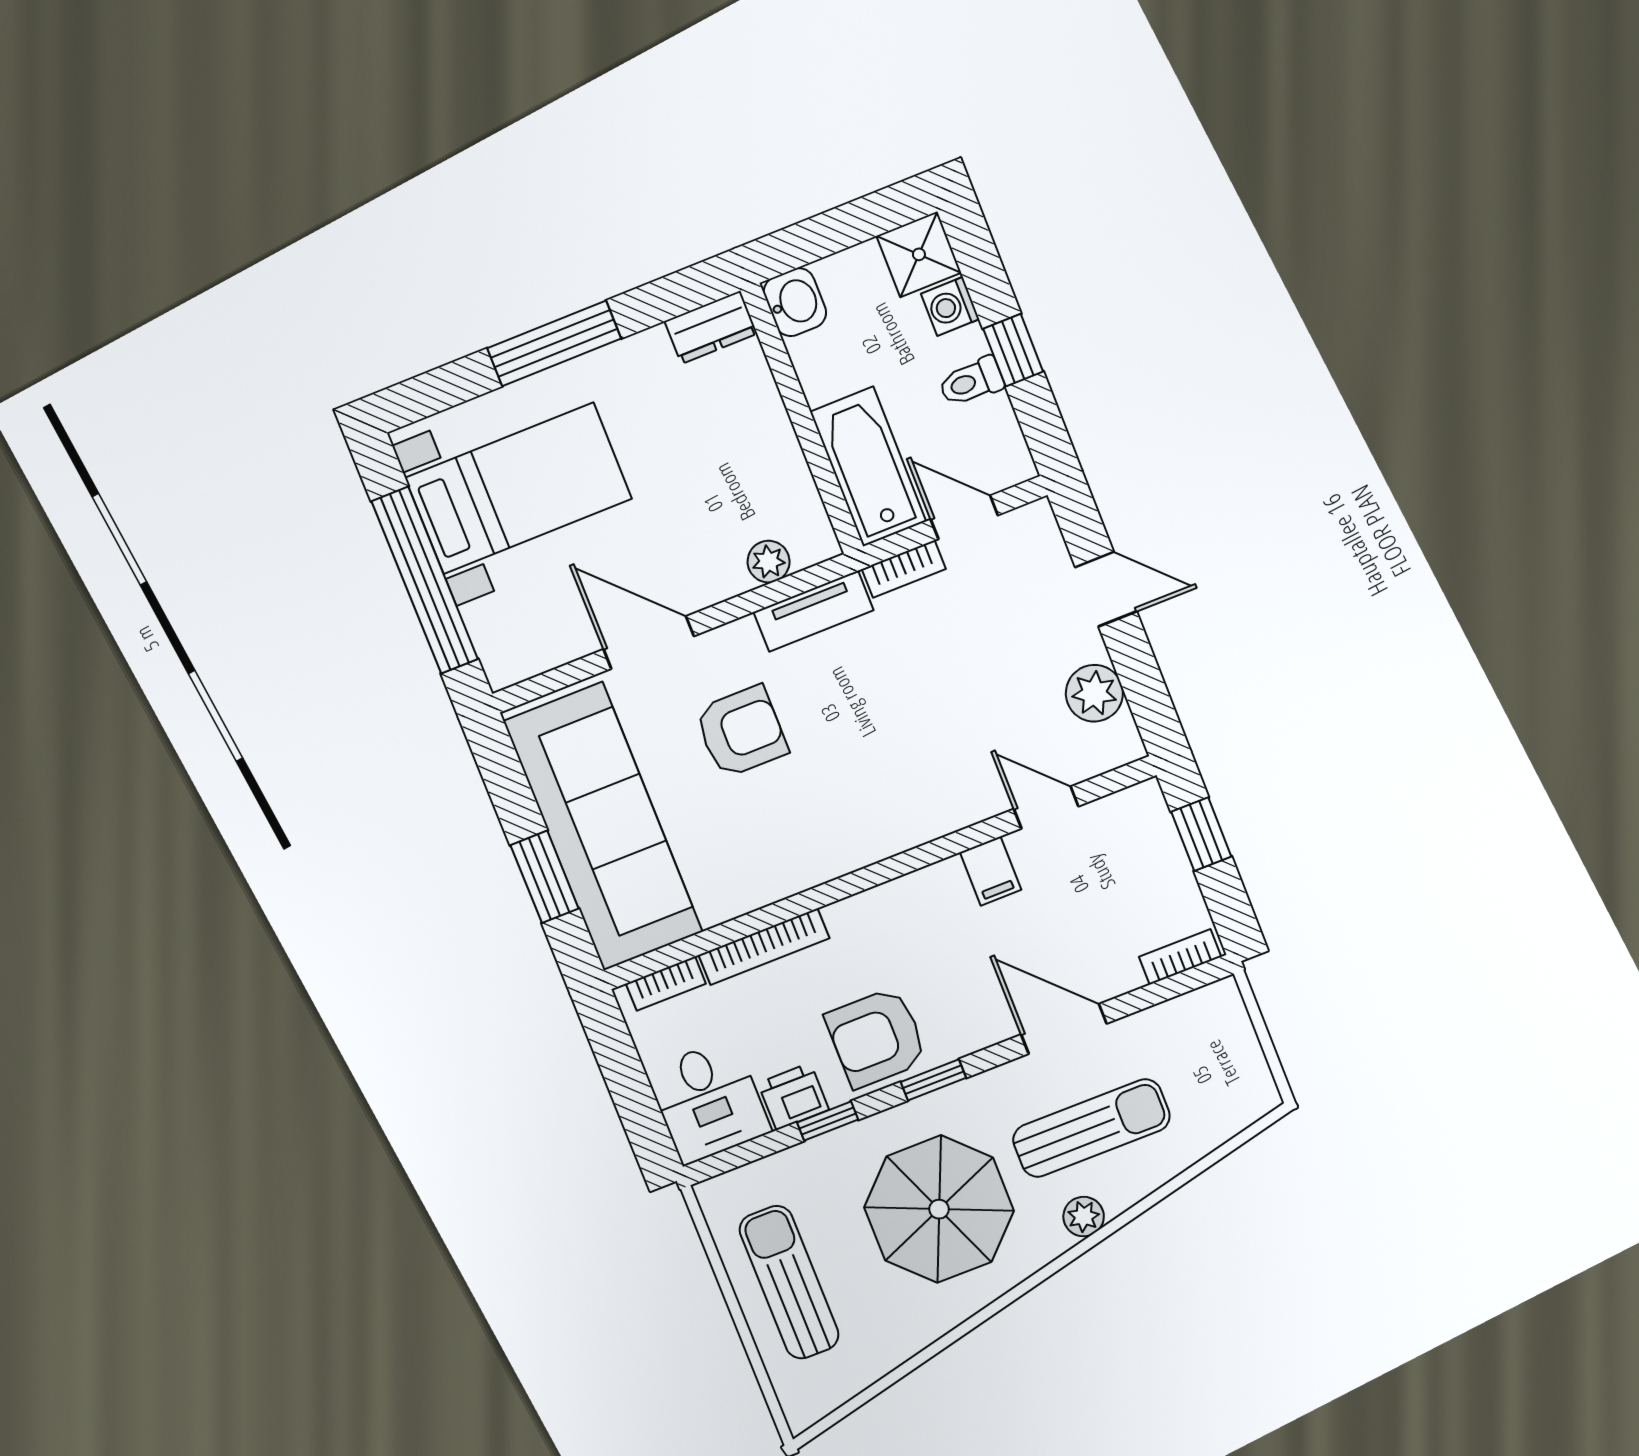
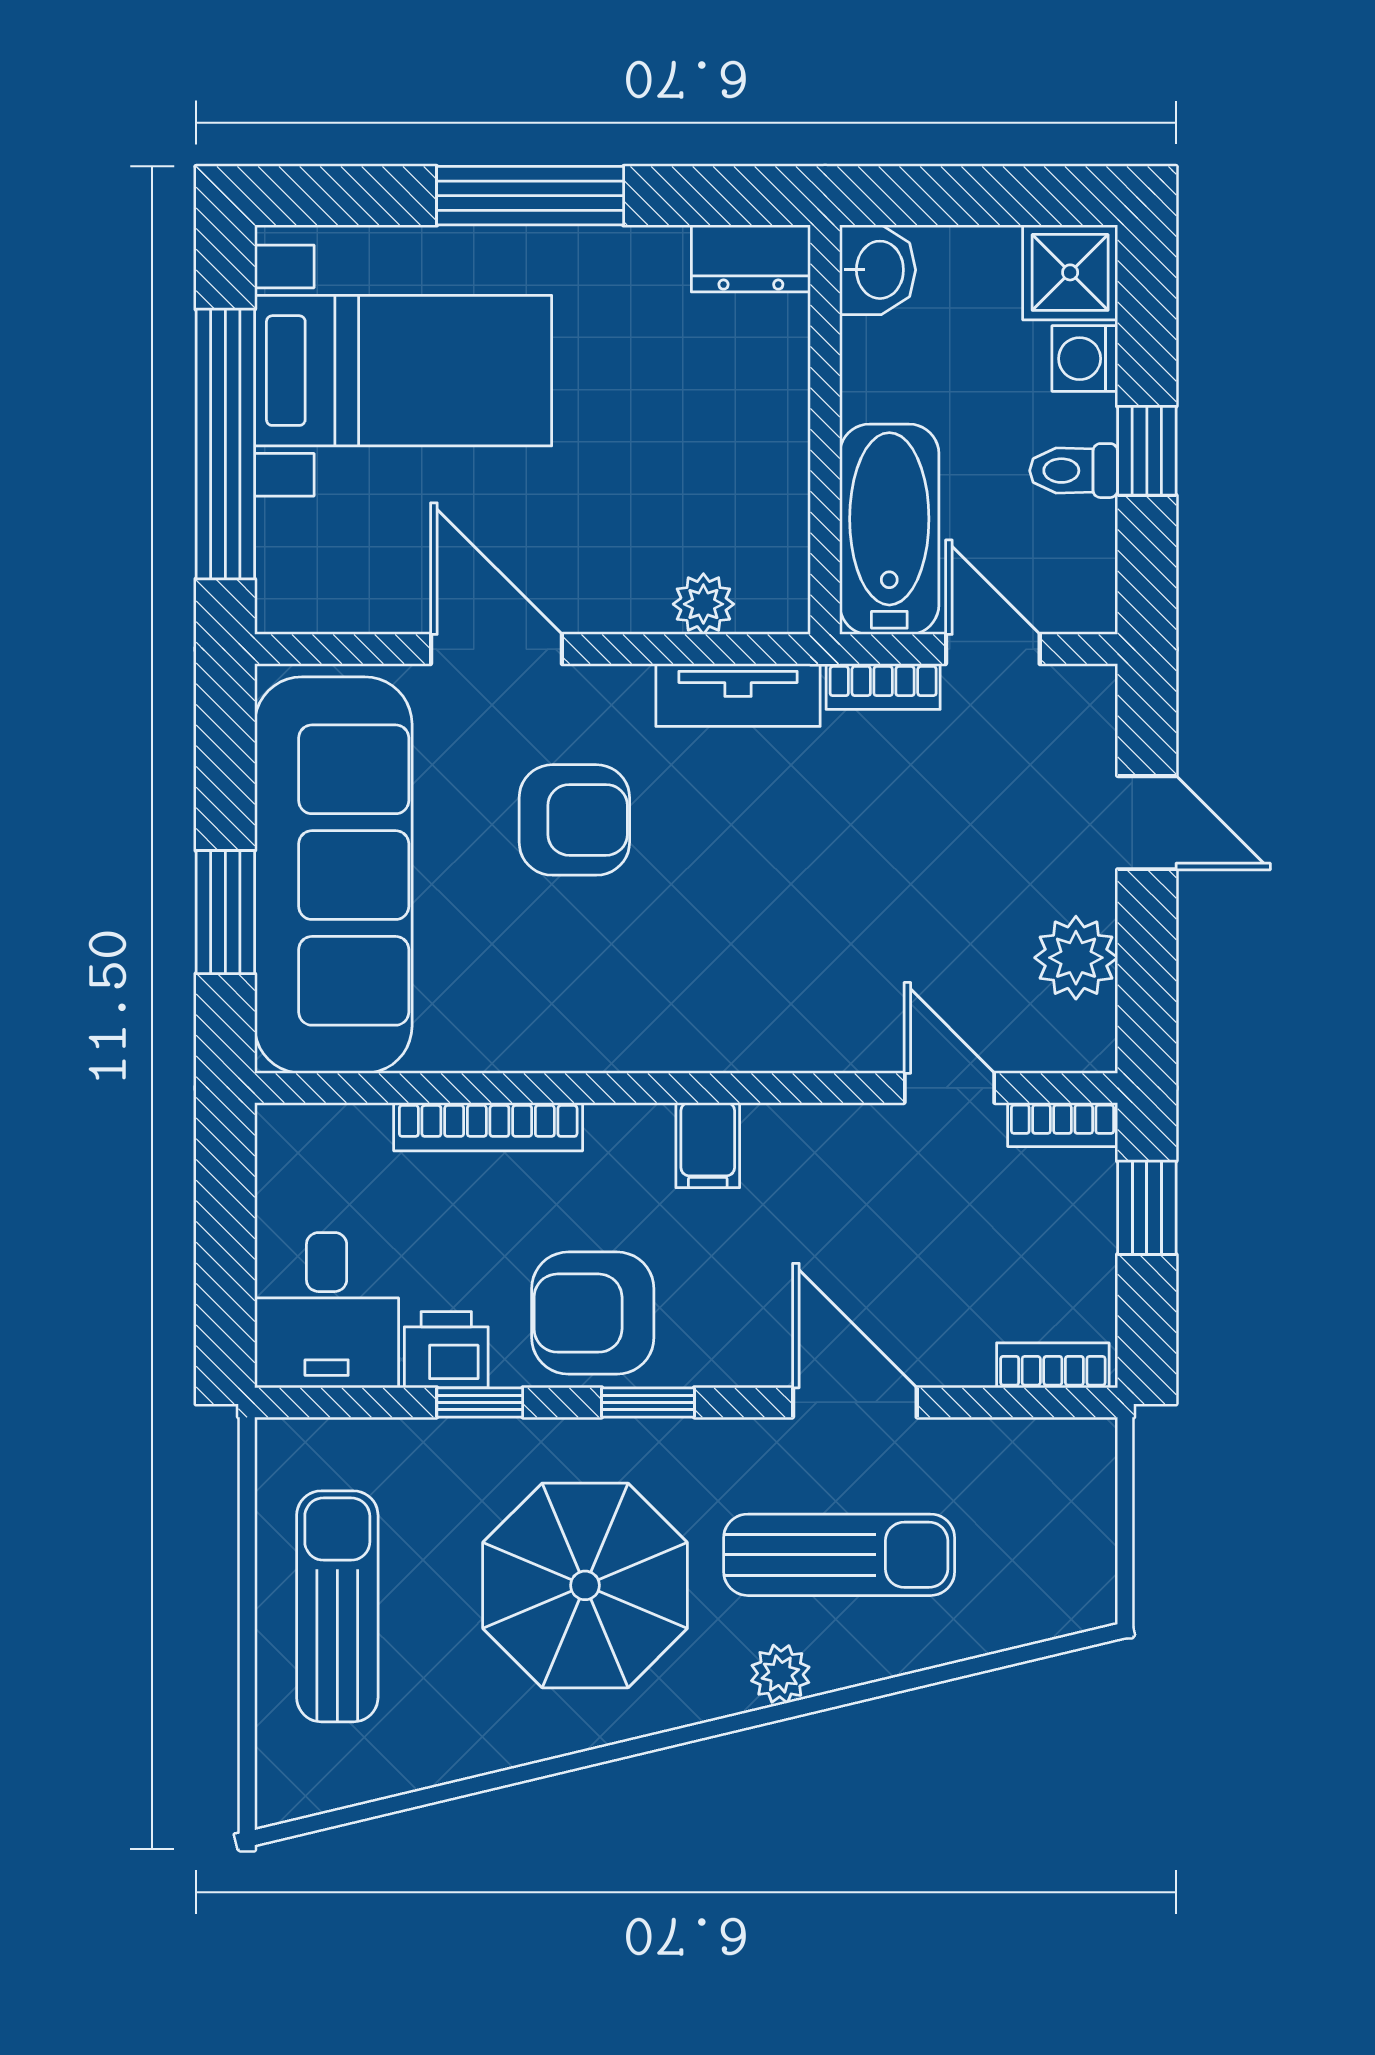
filing cabinet: (991, 871) -> (708, 1145), moved
bookcase: (666, 984) -> (1063, 1125), moved

